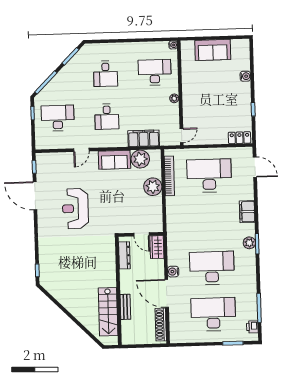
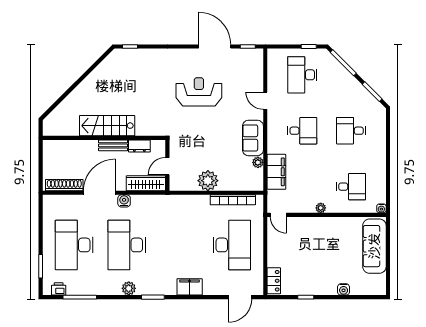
sofa: (213, 50) -> (374, 246), width x1.36
desk: (155, 72) -> (351, 187), width x0.73
desk: (107, 117) -> (302, 131), turned 180
desk: (58, 118) -> (302, 75), turned 180
plant: (140, 159) -> (258, 162), width x0.53, depth x0.53
plant: (153, 187) -> (208, 181), moved
door: (35, 196) -> (215, 47), hinge flipped
plant: (249, 243) -> (129, 288), moved
wardrobe: (157, 247) -> (146, 183), width x1.50
dresser: (124, 255) -> (139, 146), width x0.70
desk: (212, 268) -> (127, 245), turned 180
bench: (125, 307) -> (113, 145), moved
stairs: (108, 312) -> (107, 126), moved
desk: (213, 314) -> (74, 245), turned 180

